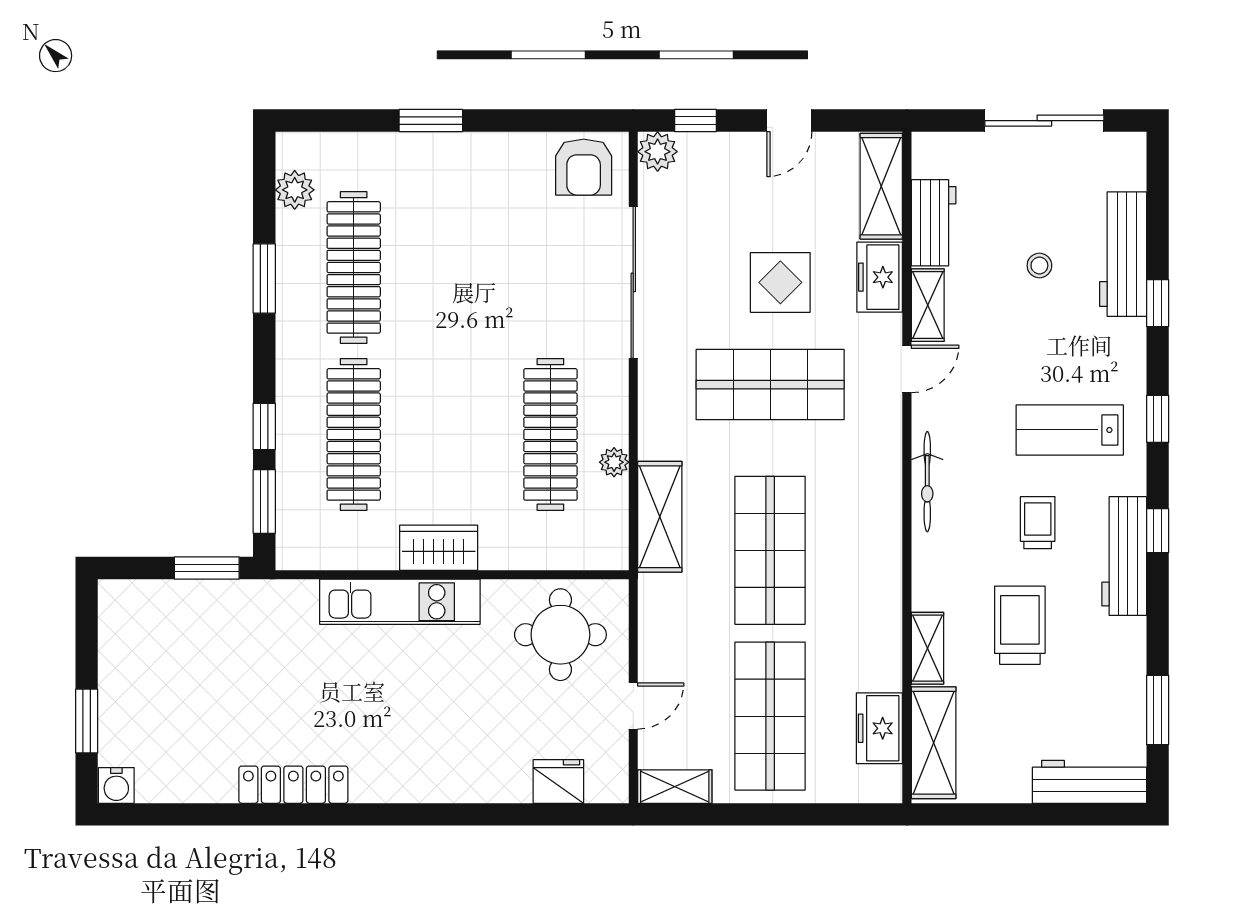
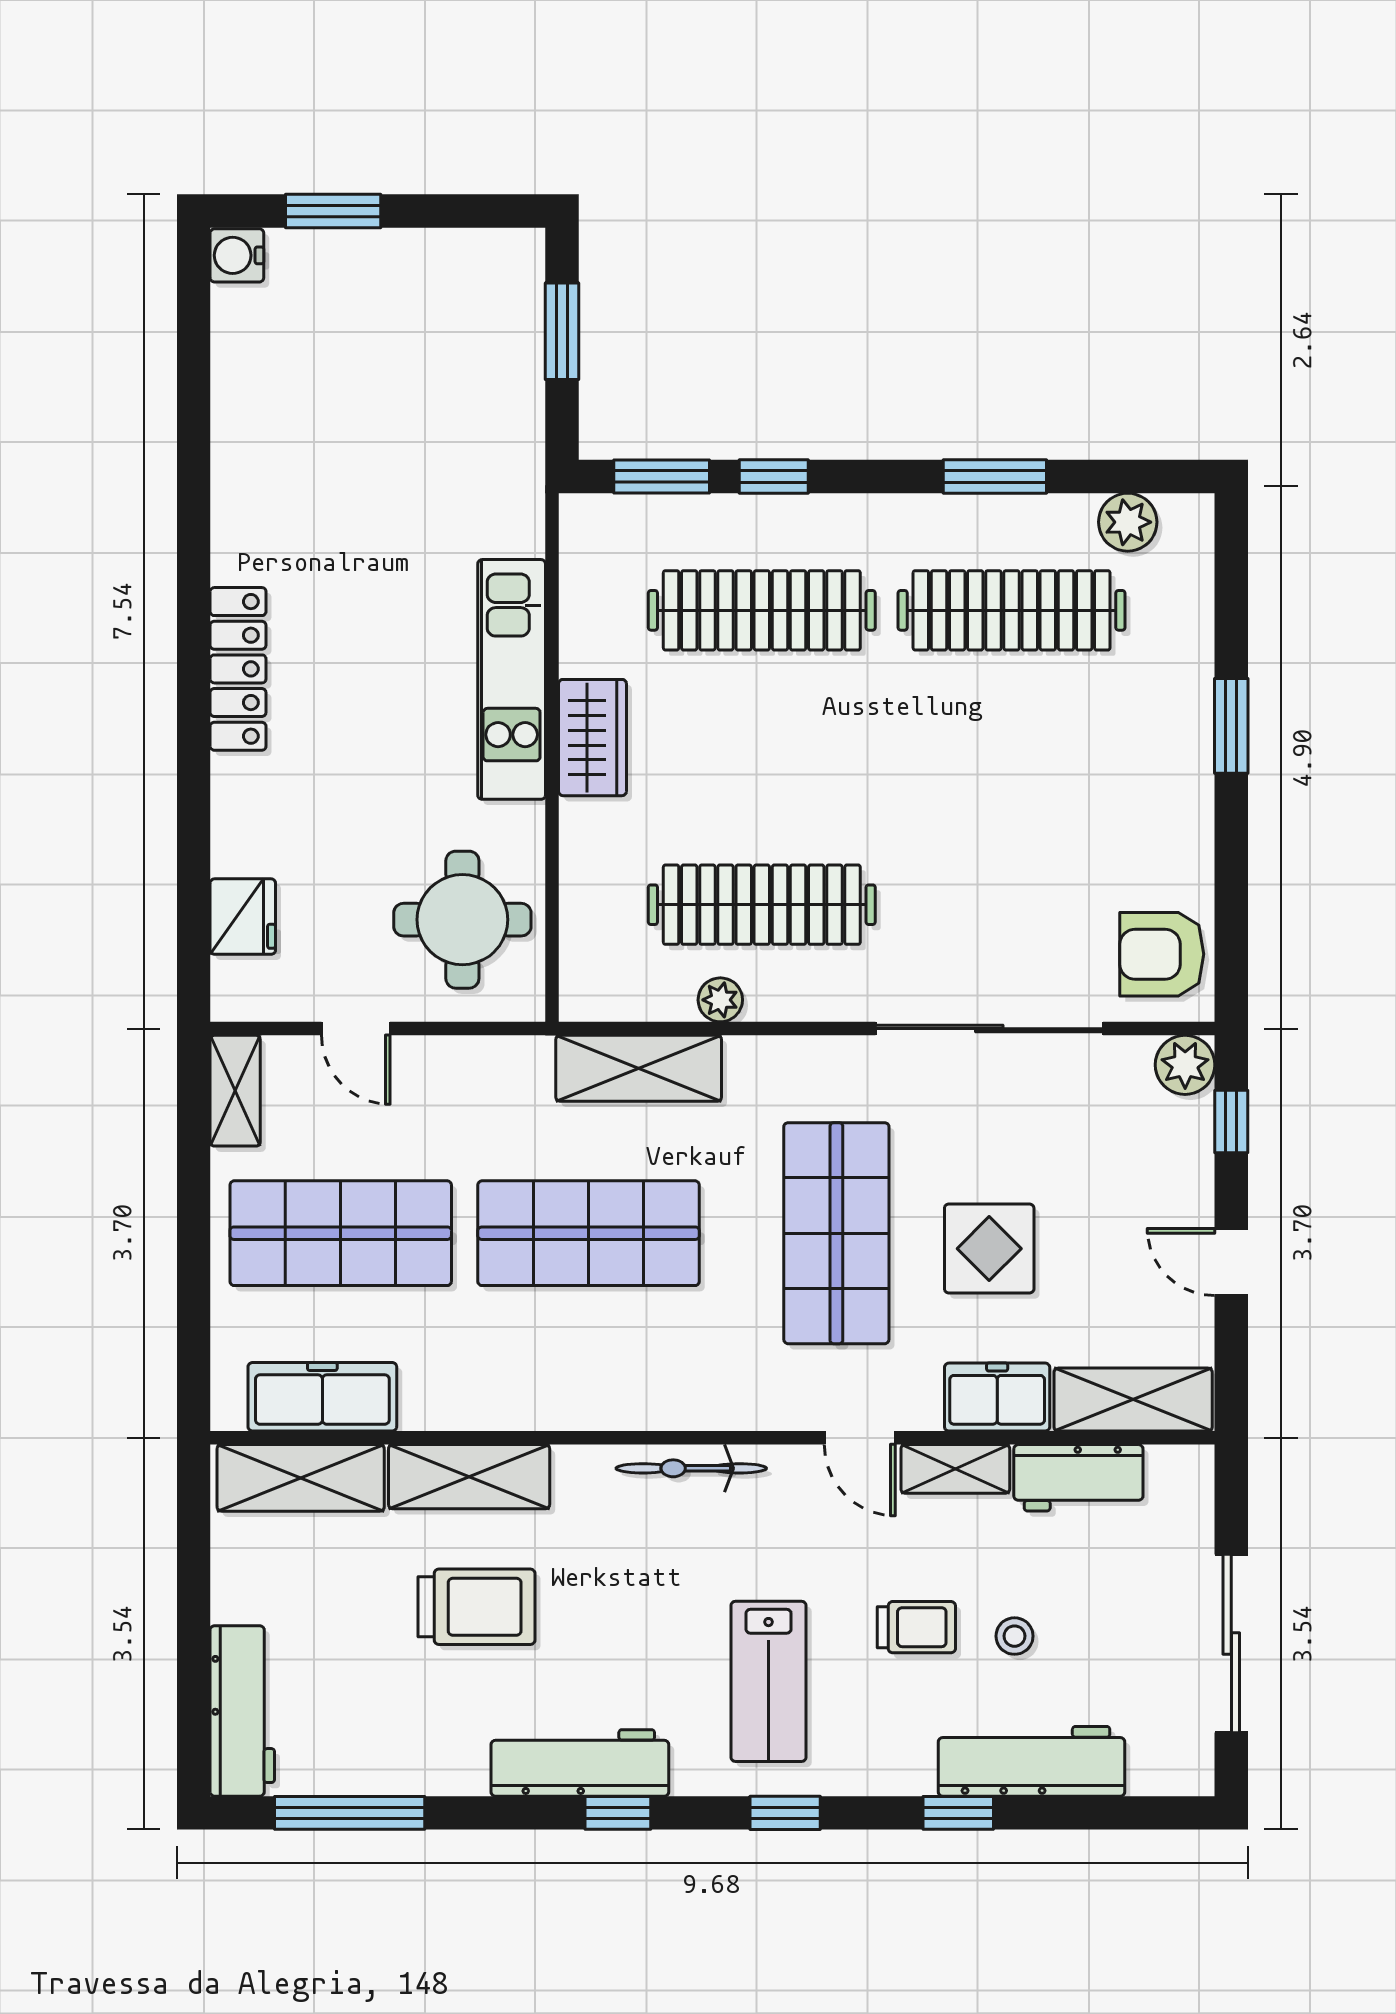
lab bench: (1070, 430) -> (769, 1681), turned 180
trolley: (1038, 523) -> (916, 1627), moved
window: (207, 568) -> (562, 331), moved
shelving: (927, 648) -> (469, 1477), width x1.50, depth x1.33
window: (1158, 710) -> (350, 1813), width x1.44
freezer: (879, 728) -> (322, 1397), width x1.40
locker: (293, 785) -> (238, 669), moved

